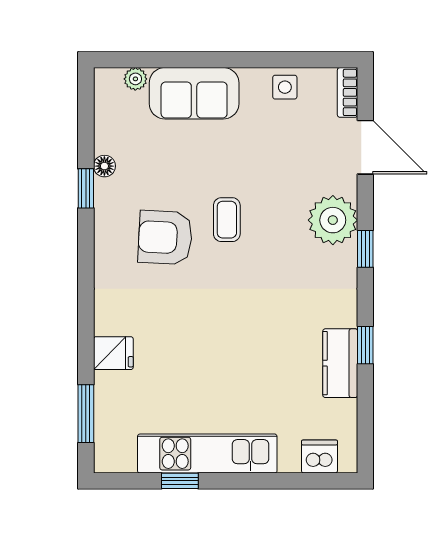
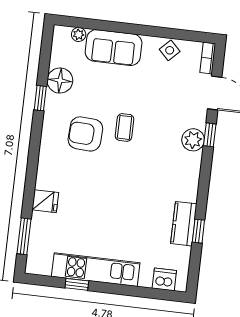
side table: (285, 87) -> (170, 50), turned 45
floor lamp: (104, 166) -> (60, 81), width x1.89, depth x1.89
plant: (333, 220) -> (193, 140), width x0.73, depth x0.73
window: (365, 249) -> (210, 135), moved
window: (365, 345) -> (198, 231), moved

